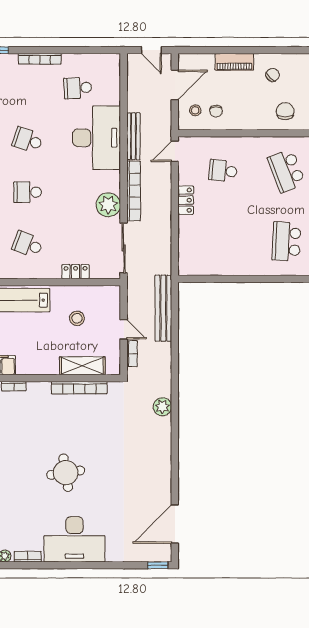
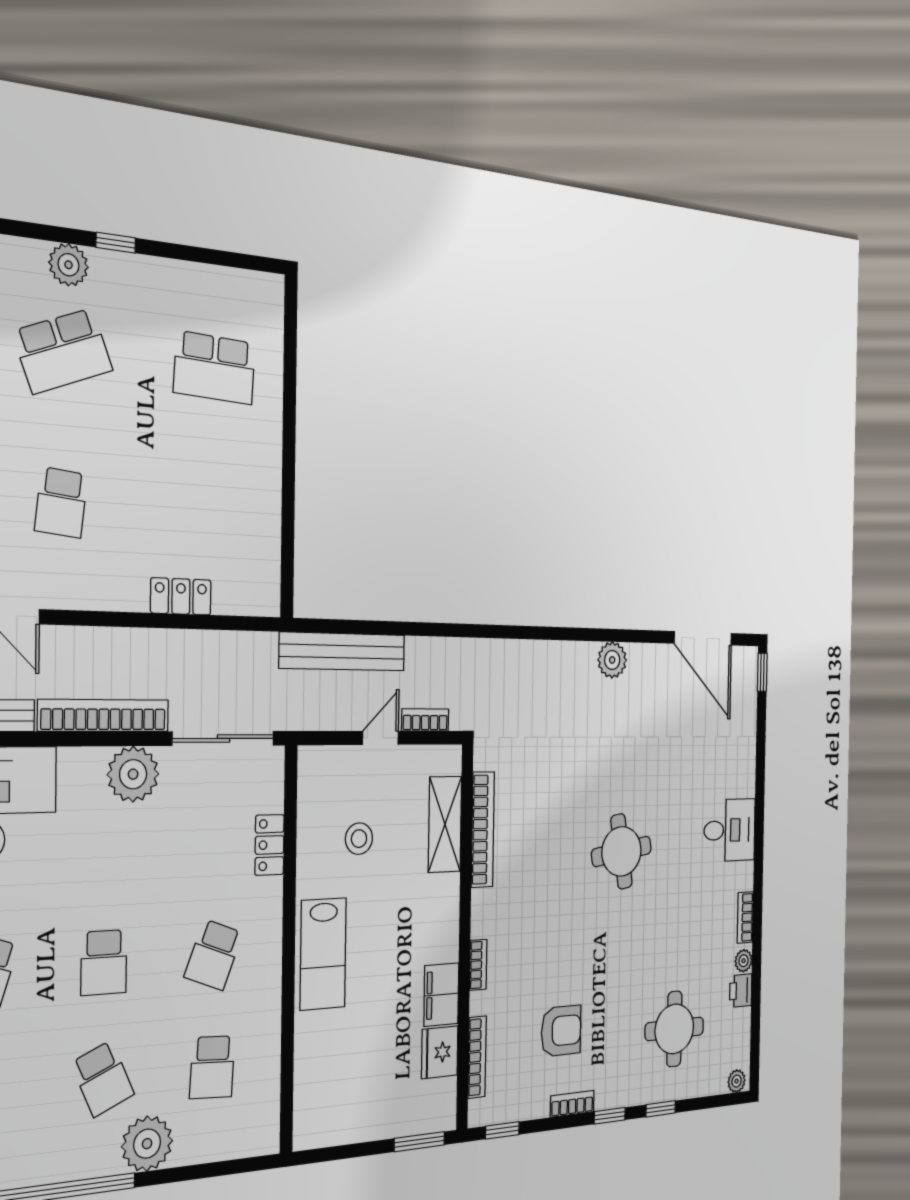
locker: (186, 200) -> (181, 596), moved
plant: (162, 407) -> (612, 660), moved
desk: (74, 539) -> (730, 830), width x0.53, depth x0.77

